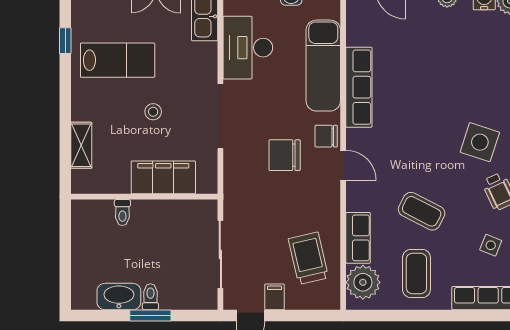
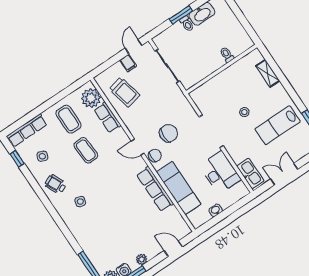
side table: (480, 142) -> (80, 201), width x0.54, depth x0.54
filing cabinet: (163, 177) -> (219, 84), removed
coffee table: (422, 211) -> (86, 150), turned 60

